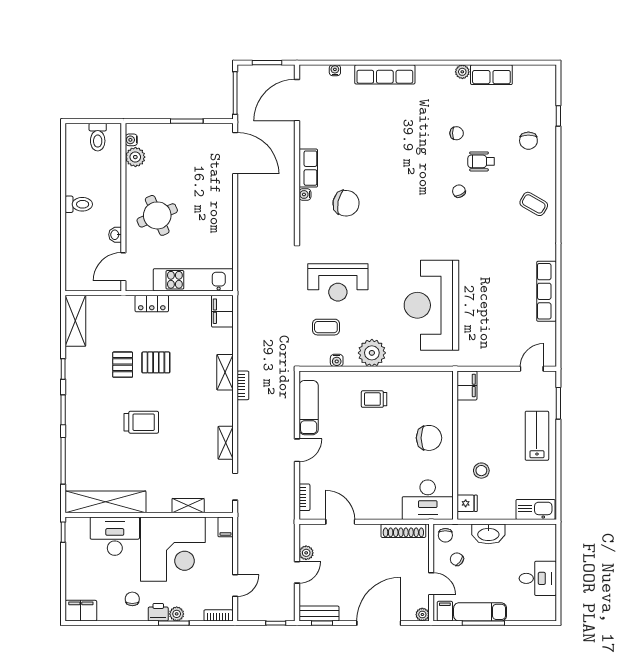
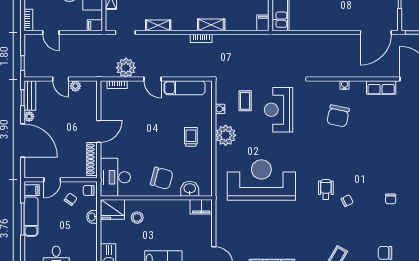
wheelchair: (481, 161) -> (326, 189), moved
row of seats: (308, 168) -> (381, 87), moved
filing cabinet: (222, 311) -> (263, 23), width x0.50
washbasin: (443, 401) -> (190, 189), added
chair: (429, 438) -> (162, 178), turned -75
plant: (282, 486) -> (126, 68), added
fridge: (467, 503) -> (113, 209), width x1.88, depth x1.34
door: (340, 522) -> (99, 131), moved
washbasin: (488, 534) -> (92, 217), width x0.52, depth x0.69
plant: (422, 614) -> (29, 116), moved

